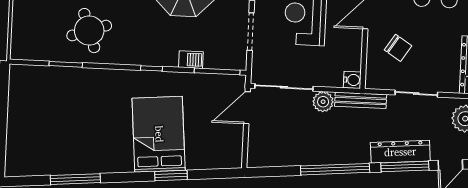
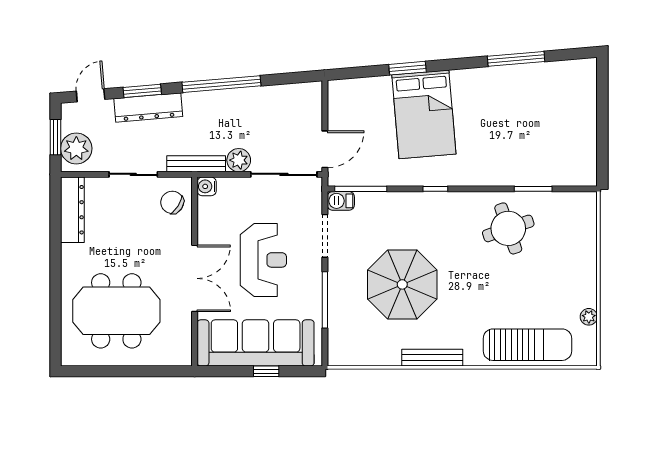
chair: (398, 48) -> (172, 202), moved
barbecue: (191, 60) -> (341, 201), moved
window: (405, 167) -> (142, 91), width x0.69

